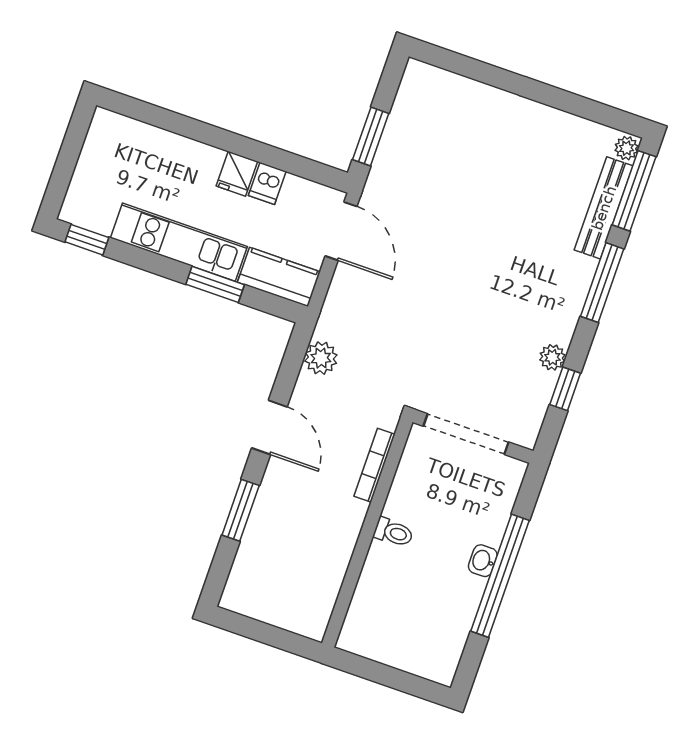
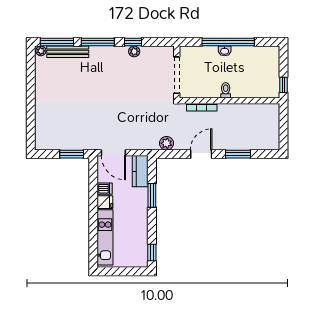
door: (341, 231) -> (113, 153), swing flipped
kitchen unit: (179, 242) -> (105, 237), moved, turned 180
window: (565, 389) -> (133, 42), moved
window: (360, 667) -> (284, 85), added

